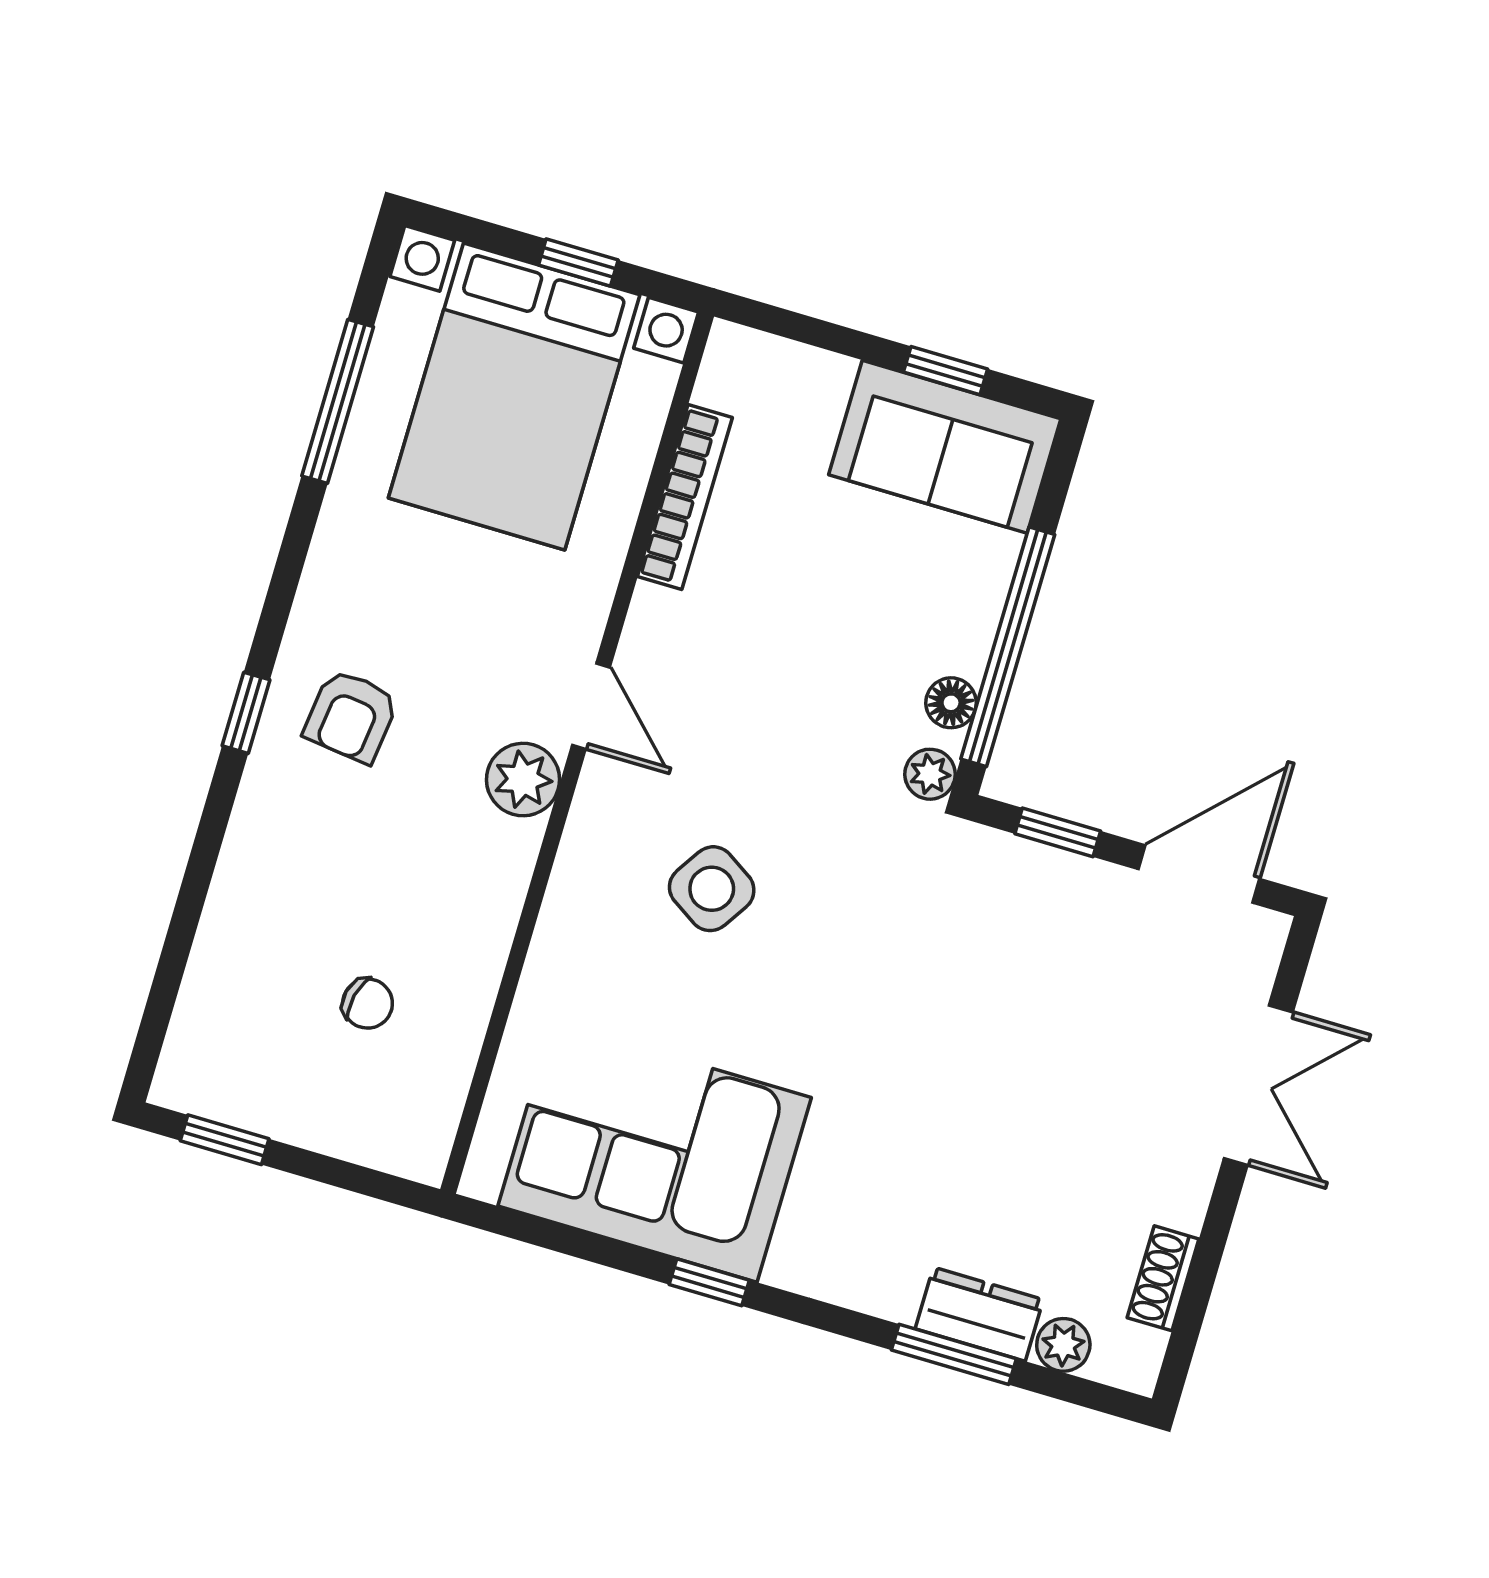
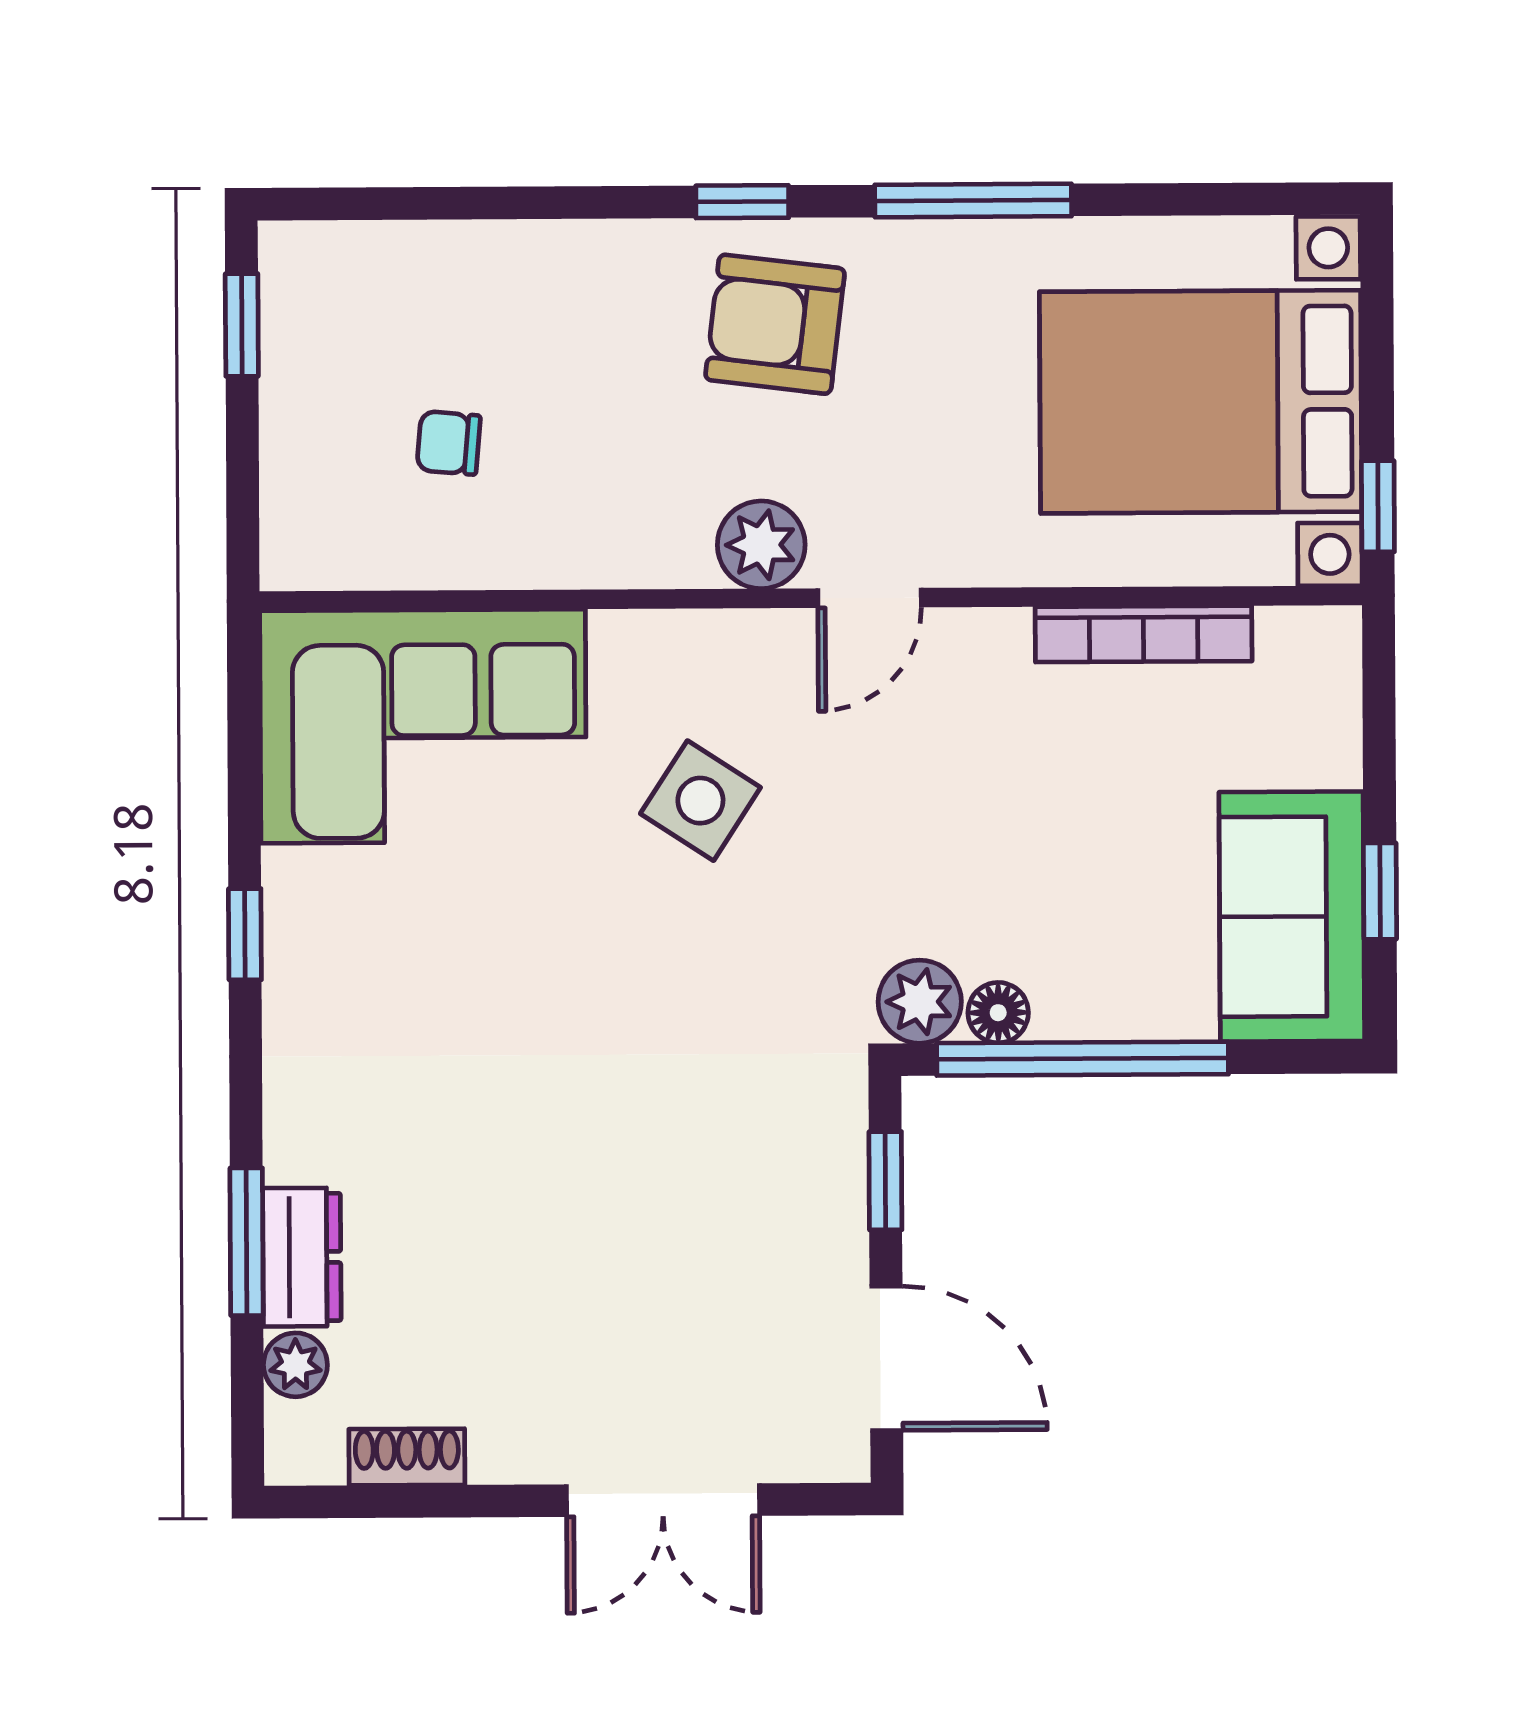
window: (578, 263) -> (1378, 506), moved
window: (338, 401) -> (973, 201), moved
armchair: (351, 716) -> (775, 324), width x1.38, depth x1.38
plant: (930, 774) -> (920, 1002), width x1.38, depth x1.38
chair: (368, 1004) -> (449, 443), turned 82
corner sofa: (655, 1152) -> (423, 726), moved, turned 90

